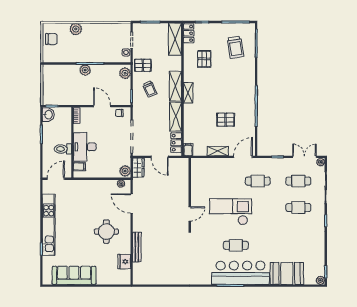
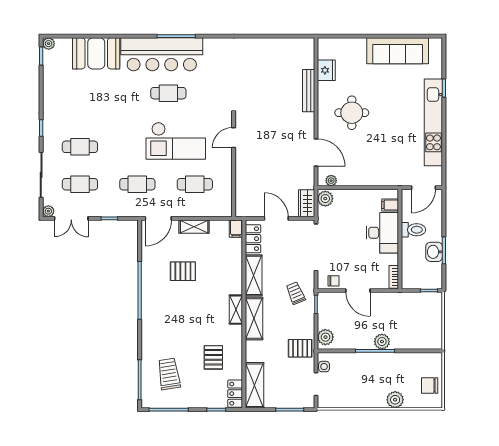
trolley: (150, 89) -> (296, 293), moved
washbasin: (48, 115) -> (434, 252), moved
cafe table: (217, 181) -> (195, 184), added

